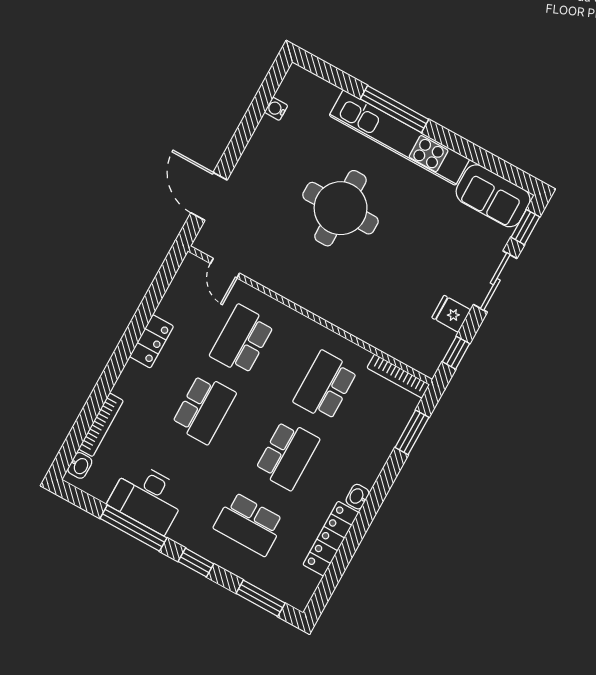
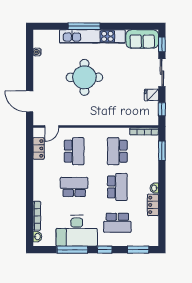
door: (225, 268) -> (52, 127), hinge flipped
school desk: (242, 340) -> (74, 151), turned 180
locker: (151, 341) -> (39, 148), moved
school desk: (204, 409) -> (74, 187), turned -90
desk: (148, 497) -> (77, 231), width x1.36, depth x1.30
locker: (331, 539) -> (153, 205), width x0.66

